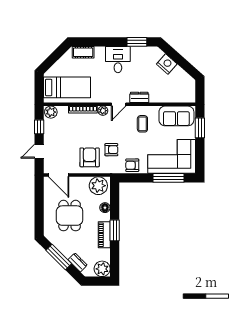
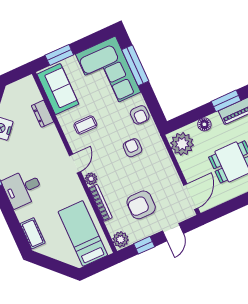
dresser: (139, 97) -> (42, 114), moved
door: (119, 104) -> (75, 164), hinge flipped
door: (39, 151) -> (173, 232), hinge flipped
armchair: (90, 157) -> (141, 205), moved

